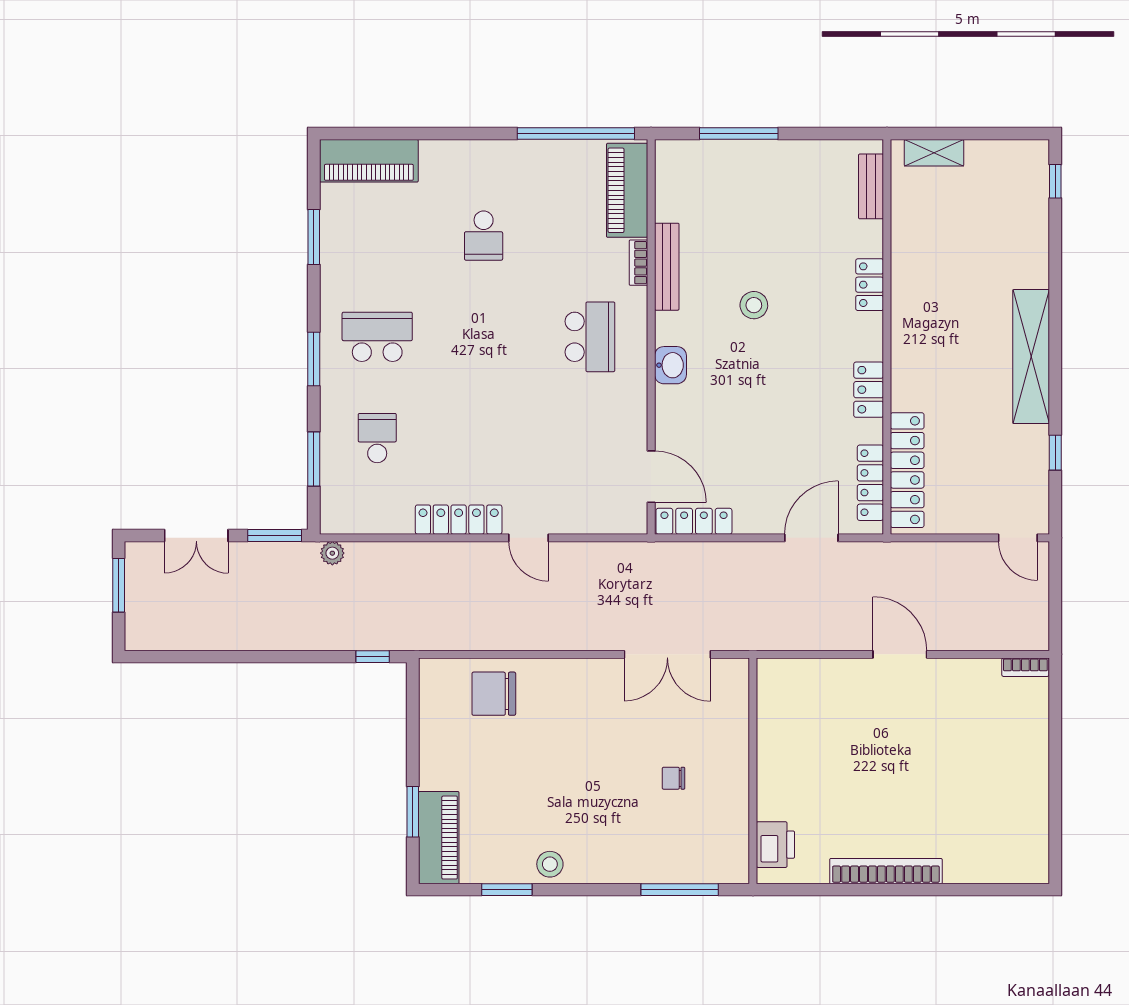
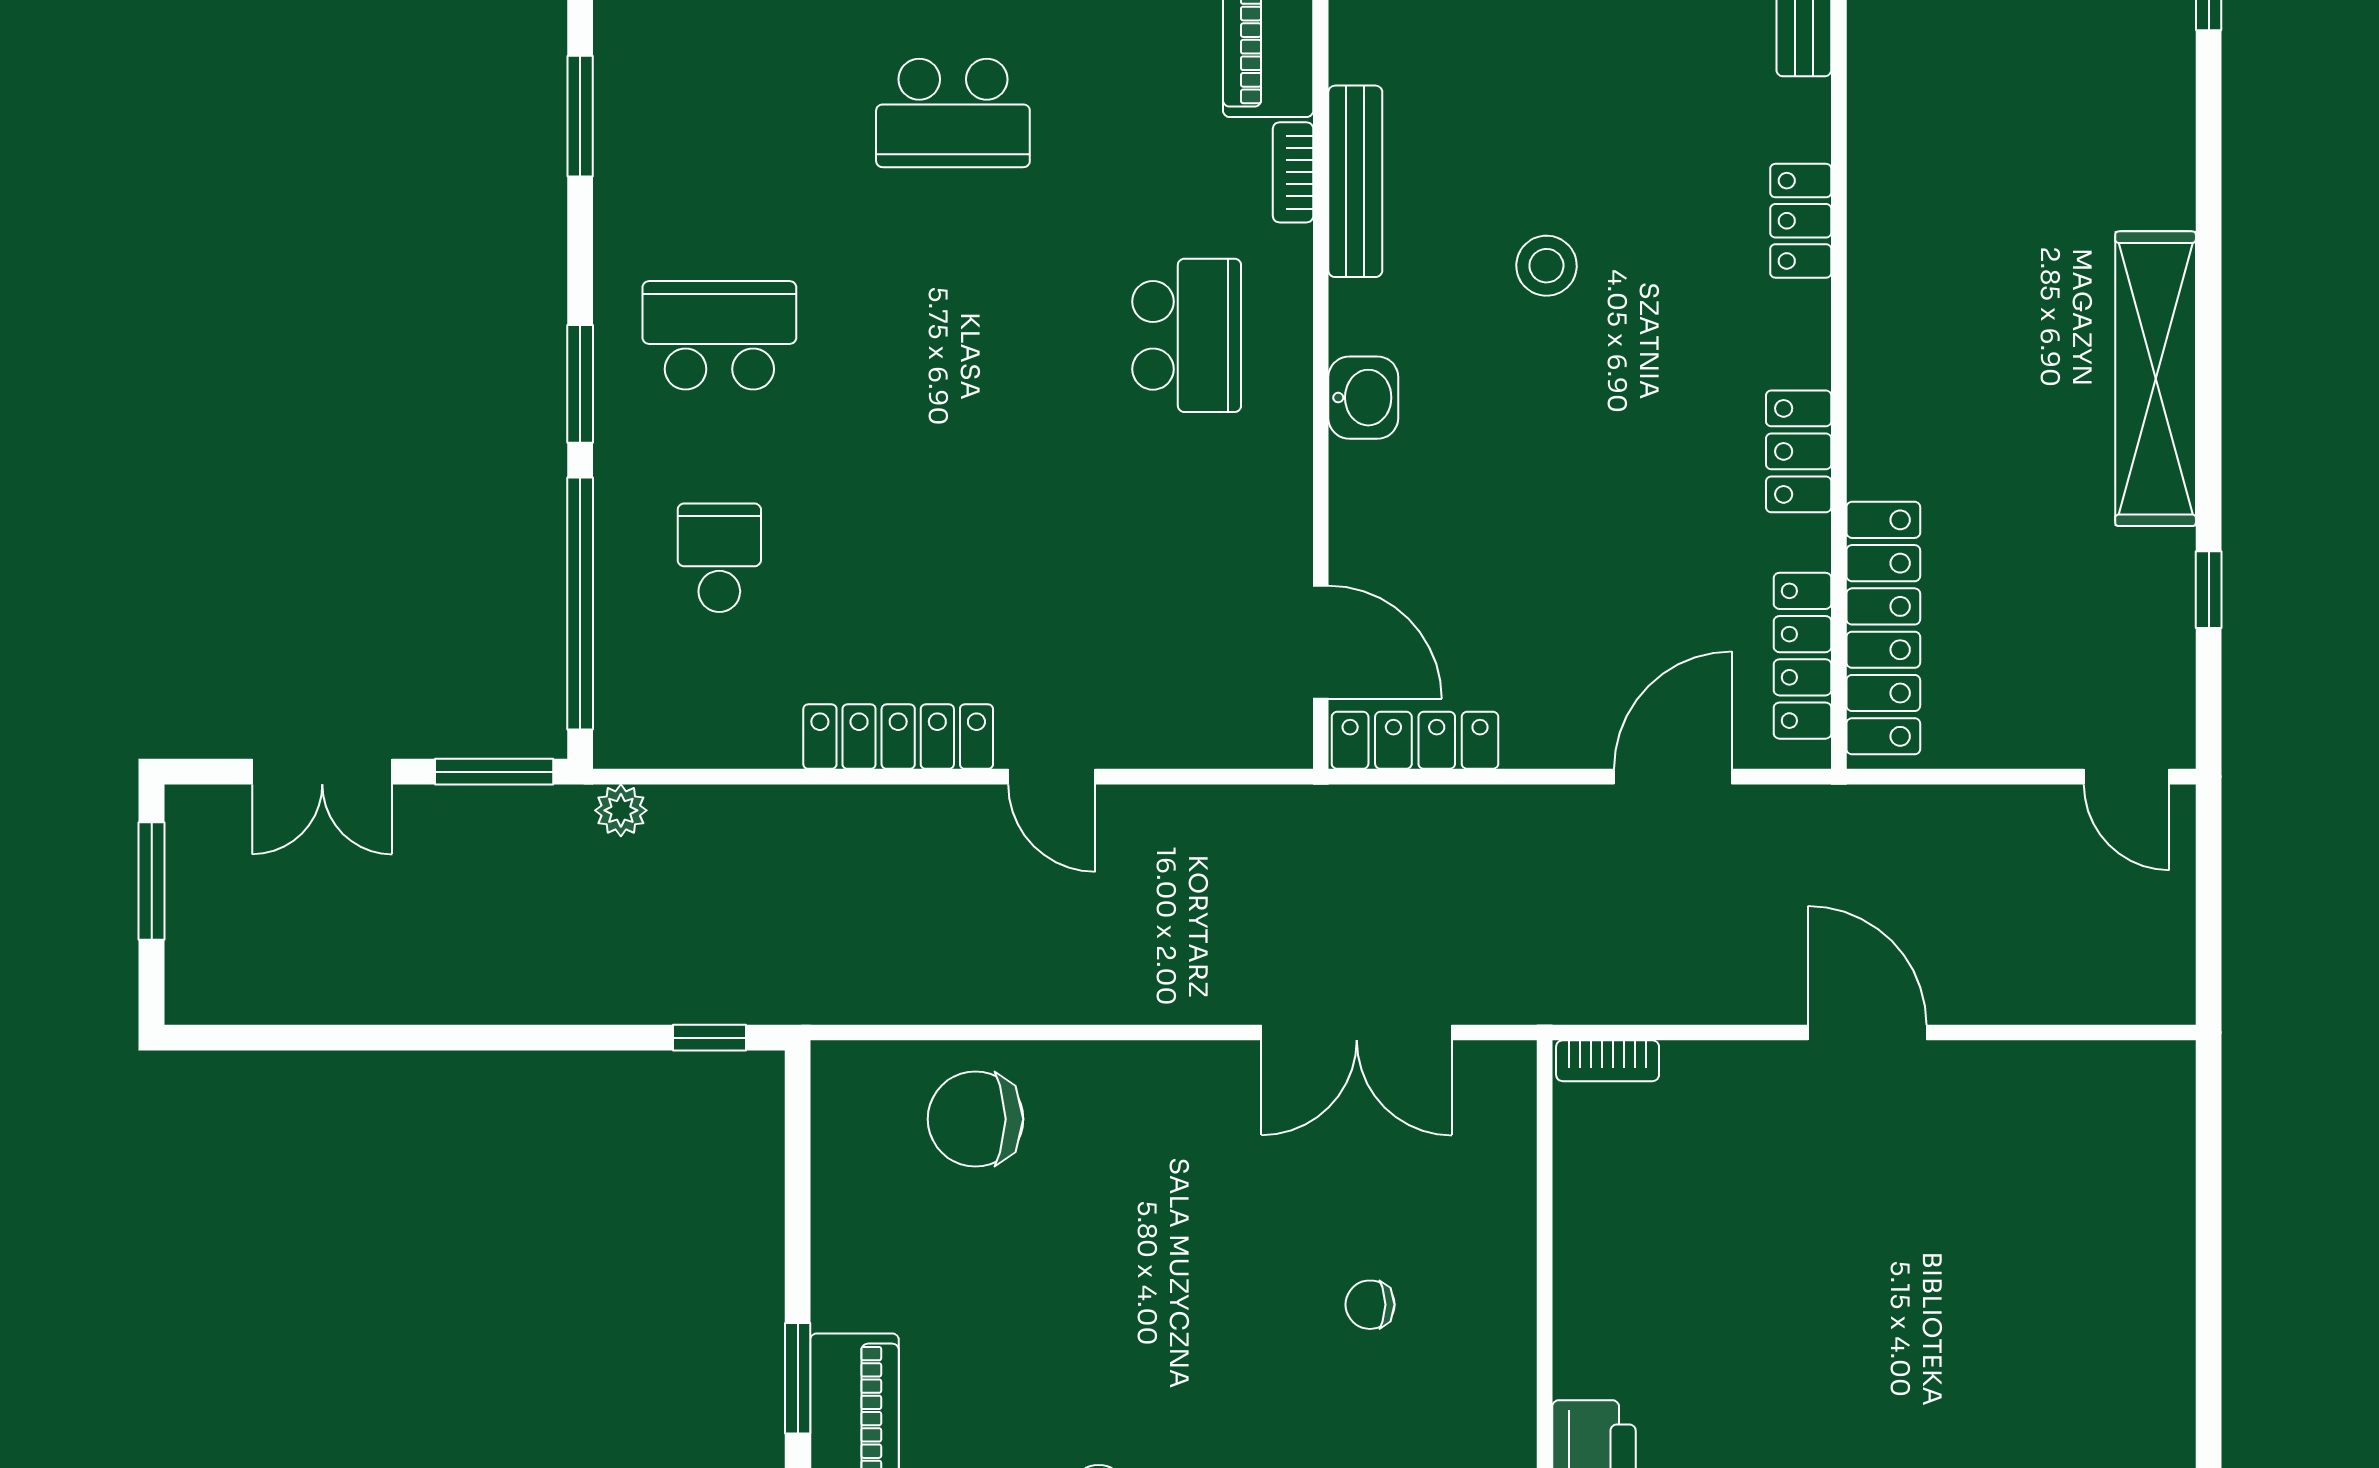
school desk: (484, 236) -> (953, 113), width x1.85
window: (314, 459) -> (580, 604), width x2.11
bookcase: (1025, 667) -> (1608, 1061), moved

